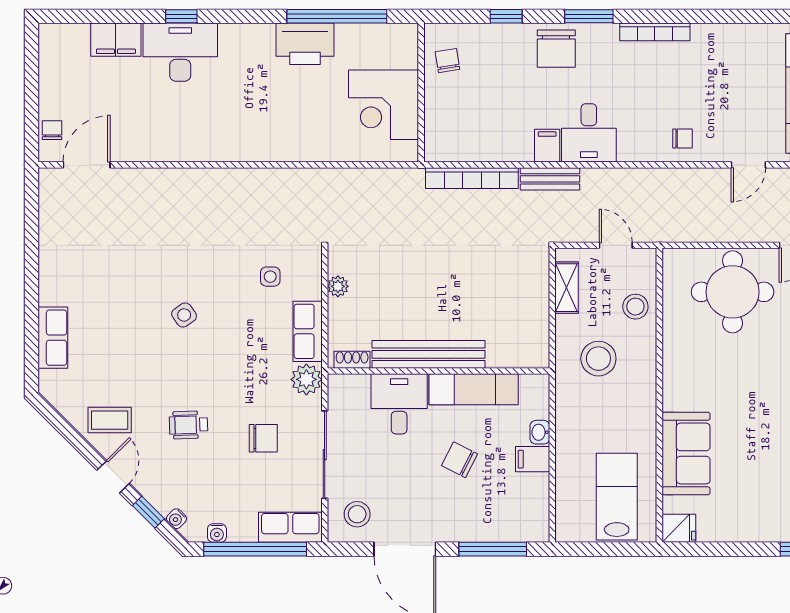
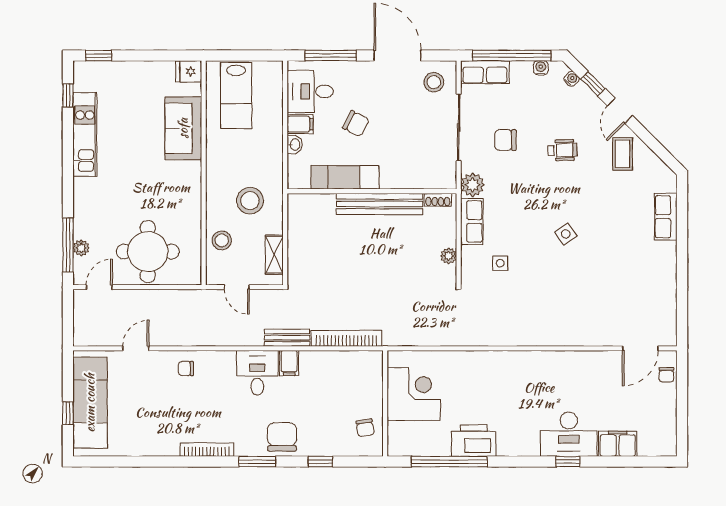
desk: (399, 404) -> (310, 91), moved, turned 90
coffee table: (110, 420) -> (623, 154), turned 90

